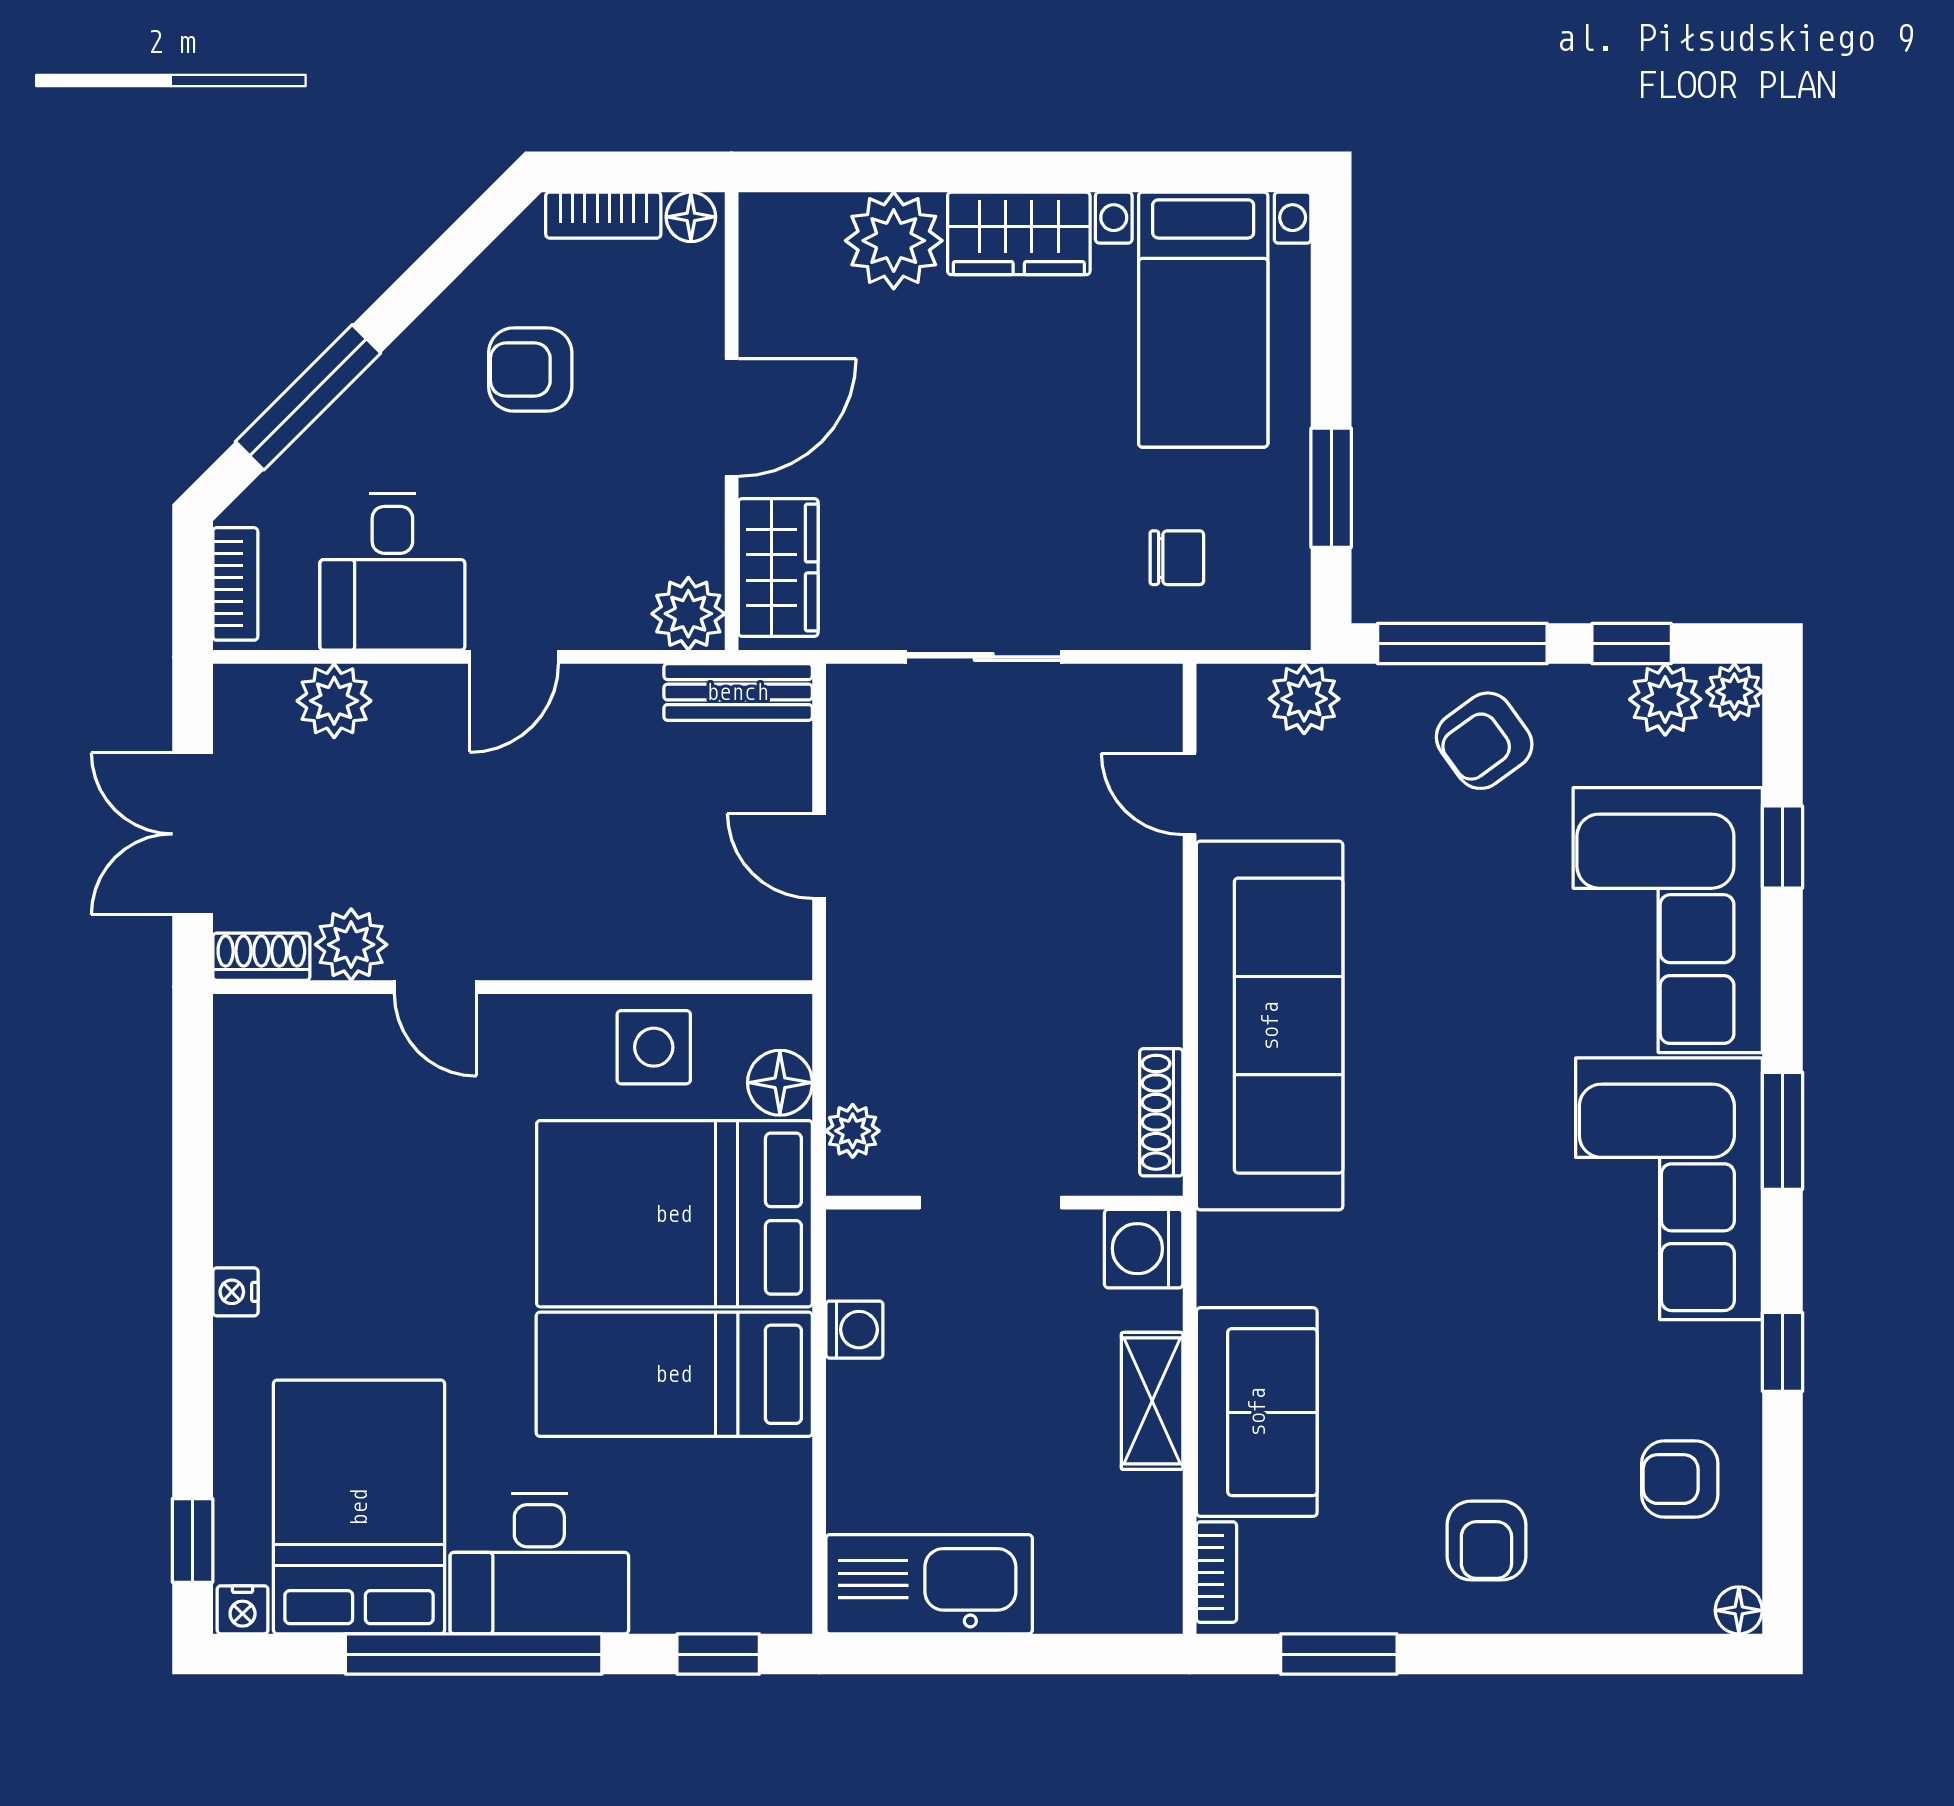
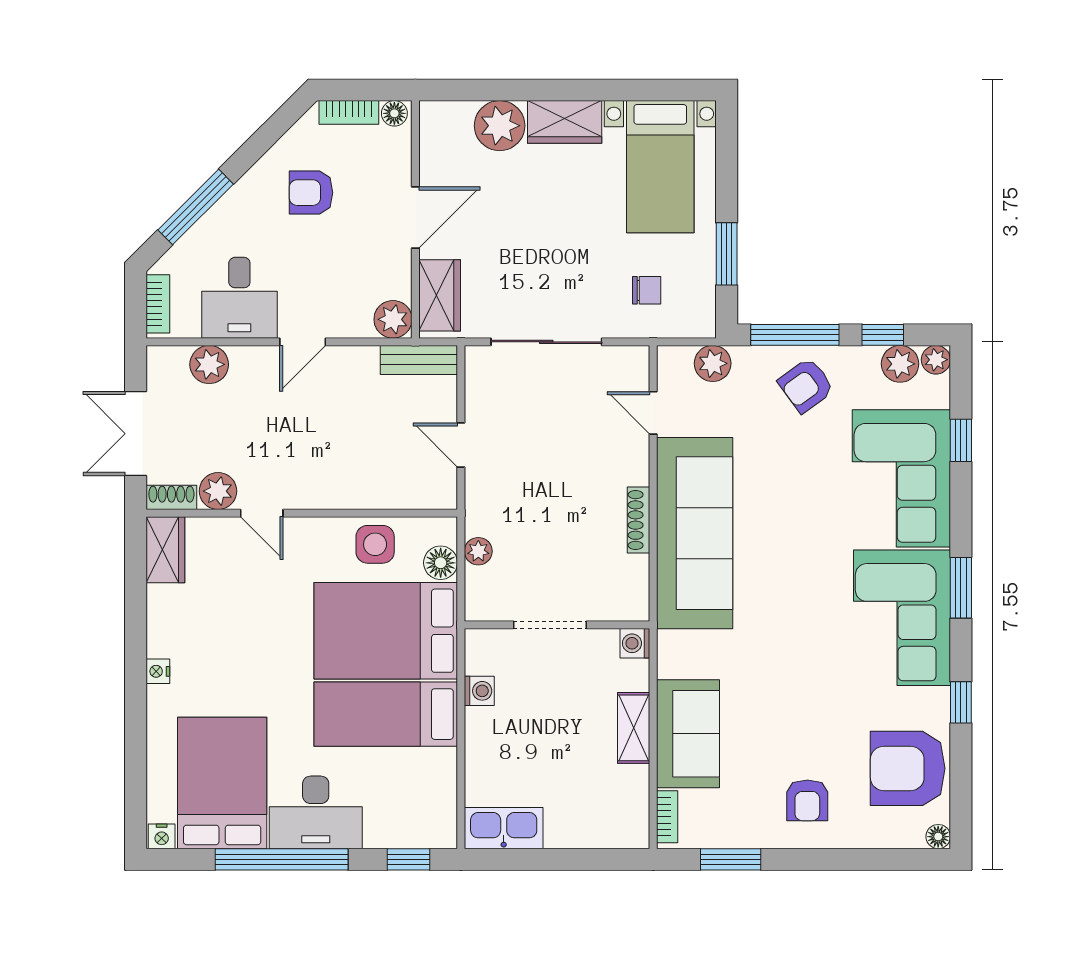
sliding door: (984, 657) -> (546, 342), width x1.37
wardrobe: (250, 1058) -> (165, 550), added
shoe rack: (1161, 1112) -> (638, 520), moved
plant: (853, 1131) -> (478, 551), moved
washing machine: (1144, 1249) -> (635, 643), width x0.73, depth x0.73
armchair: (1680, 1479) -> (908, 768), width x1.88, depth x1.88
window: (193, 1540) -> (136, 800), removed
kitchen sink: (929, 1584) -> (504, 828), width x0.73, depth x0.81

